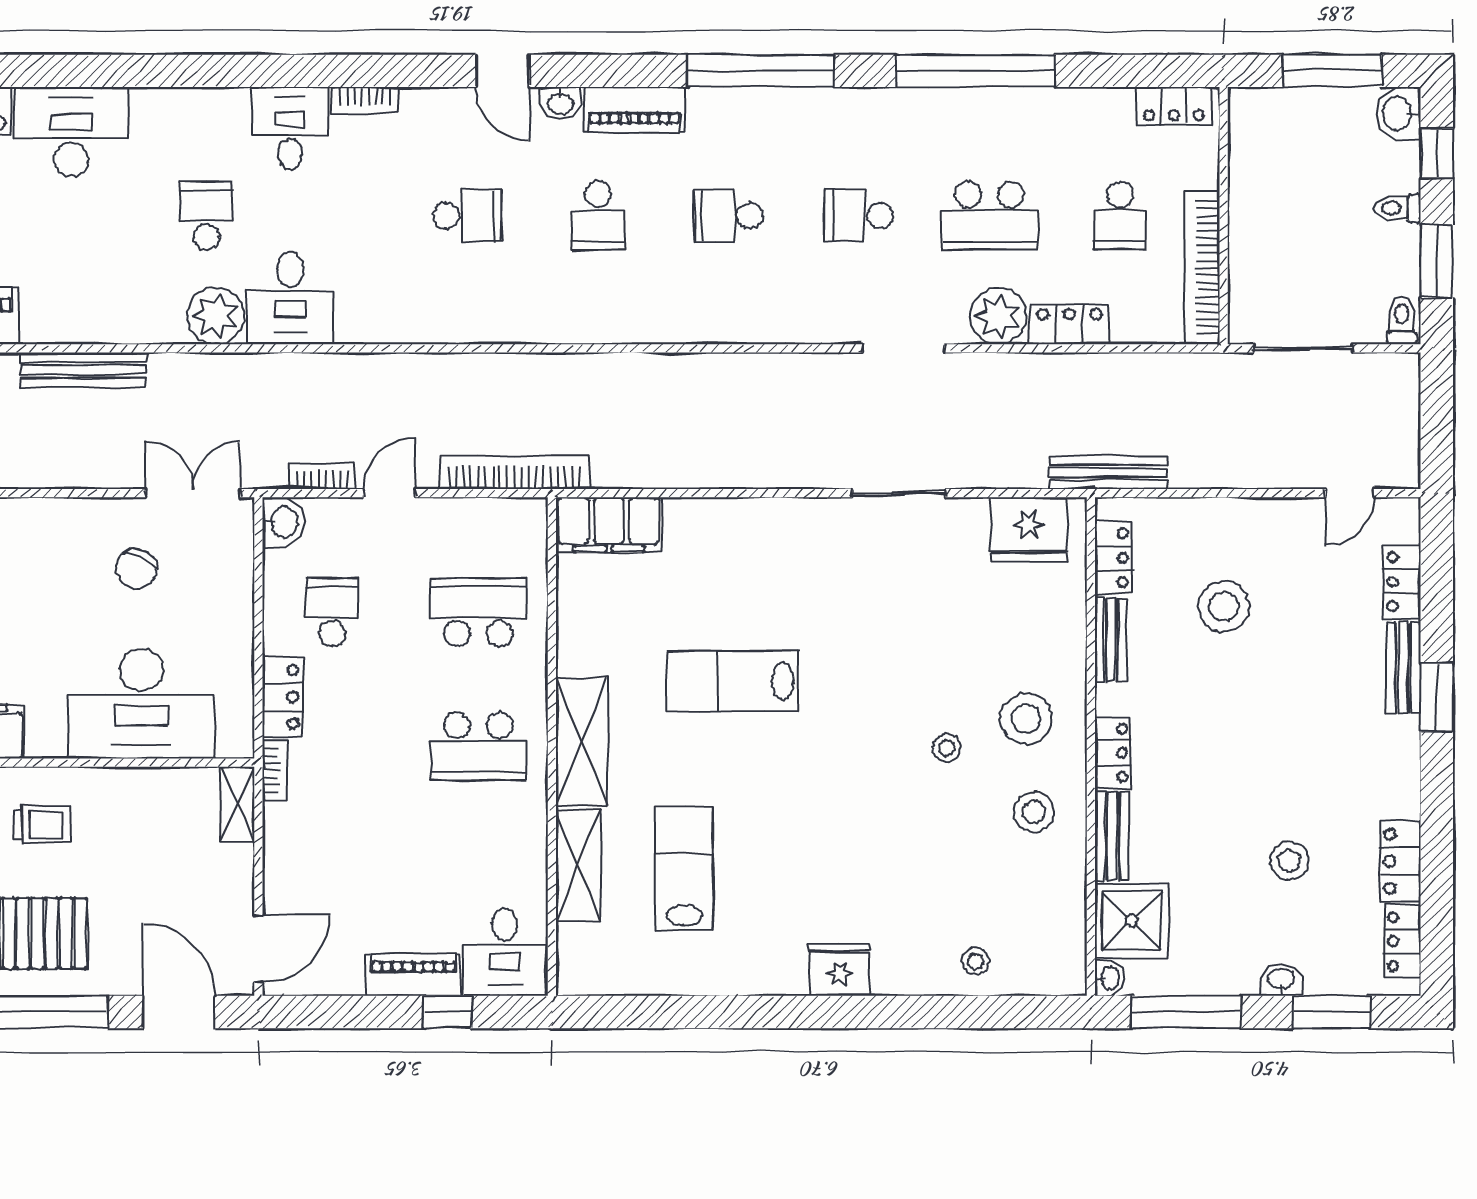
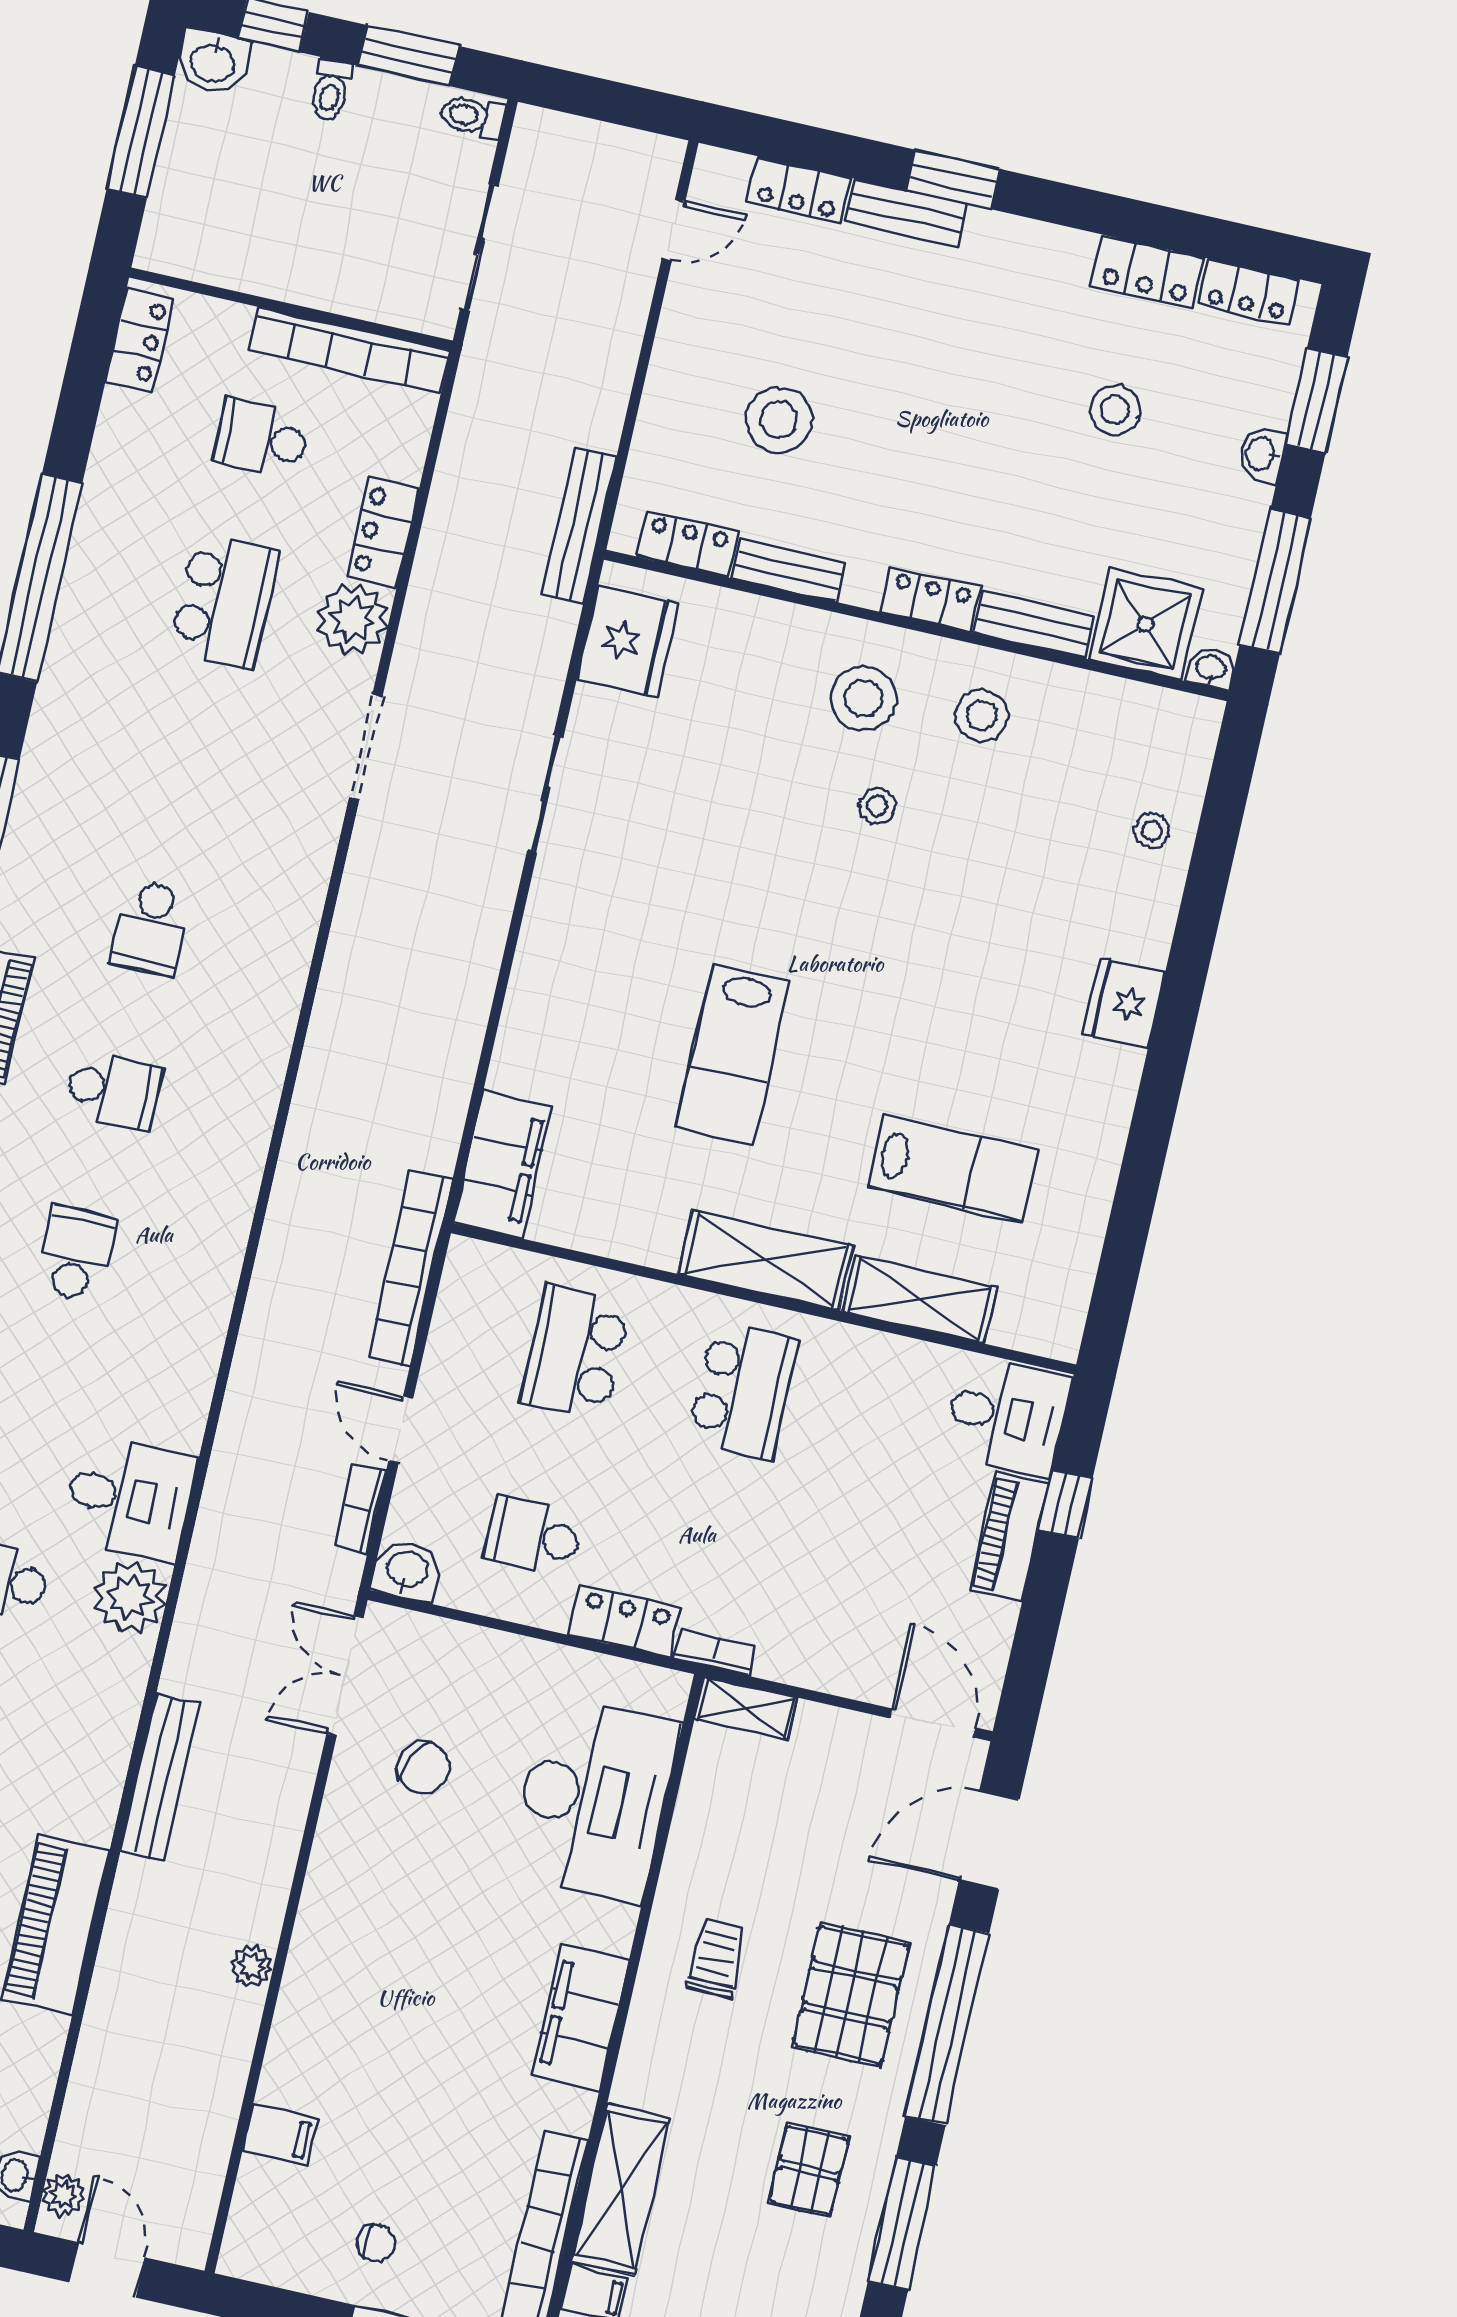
school desk: (859, 216) -> (187, 765), removed
school desk: (1120, 216) -> (261, 438), turned 180
door: (1350, 493) -> (673, 230), hinge flipped
lab bench: (684, 868) -> (953, 1168), turned 180

